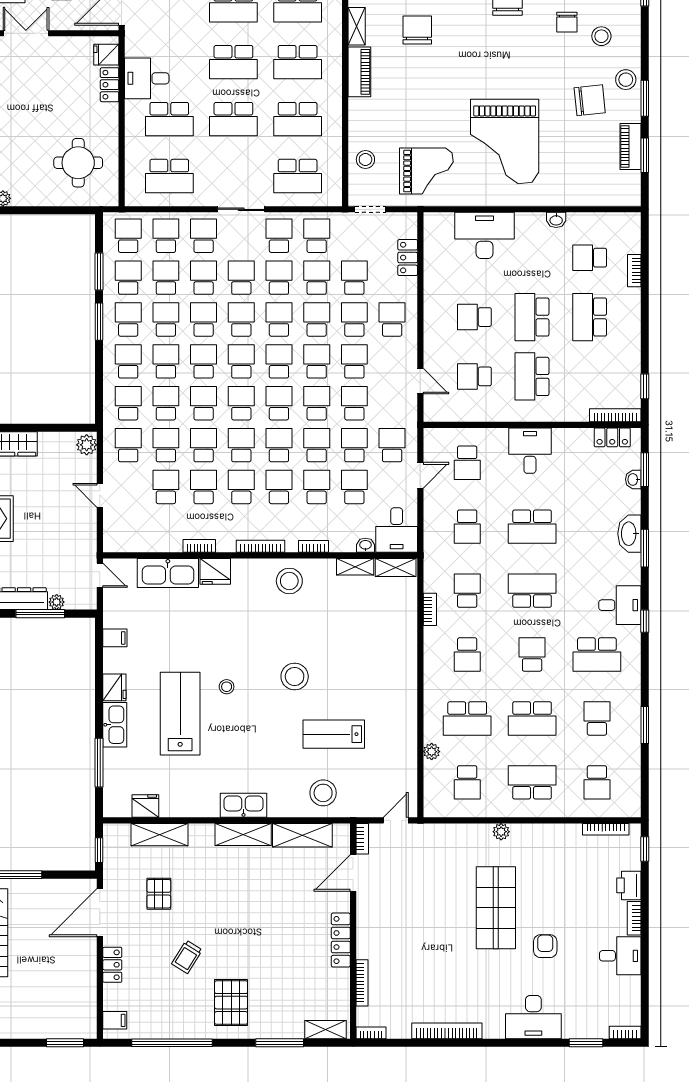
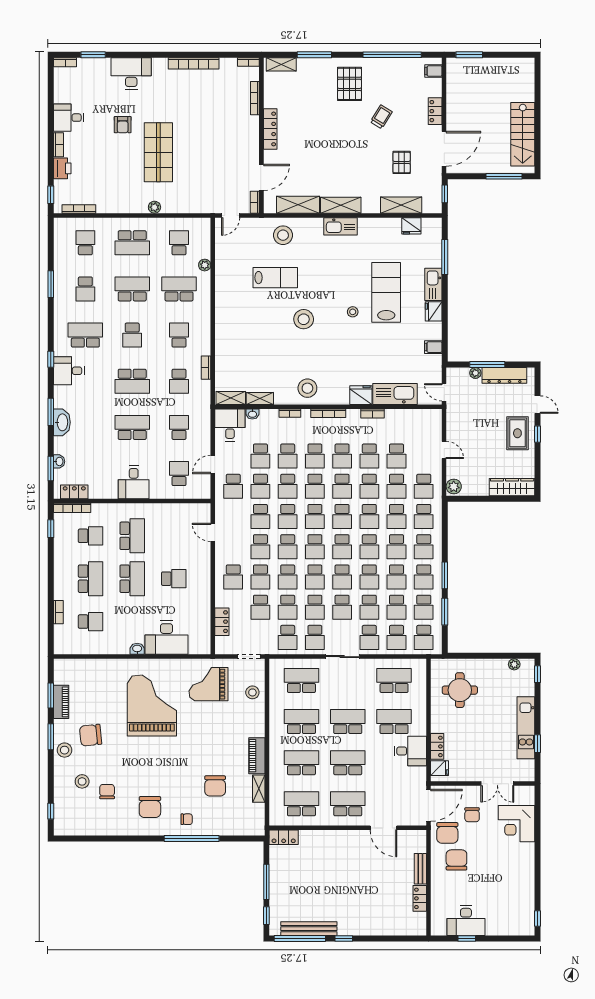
washbasin: (556, 220) -> (137, 649), moved
school desk: (474, 376) -> (91, 536), moved
lab bench: (180, 714) -> (386, 292), turned 180

